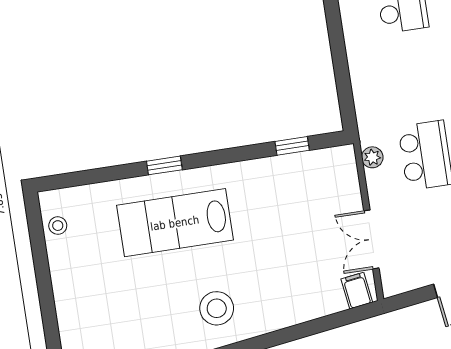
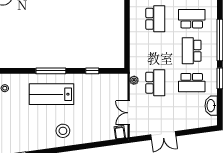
window: (292, 146) -> (92, 71), moved
window: (164, 165) -> (51, 71), width x2.17

